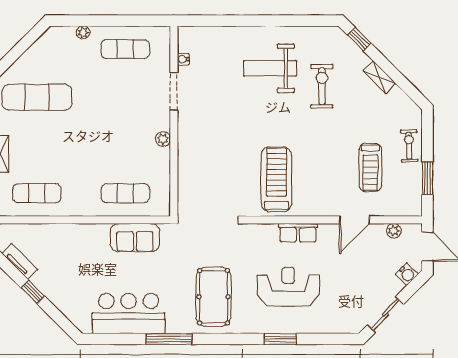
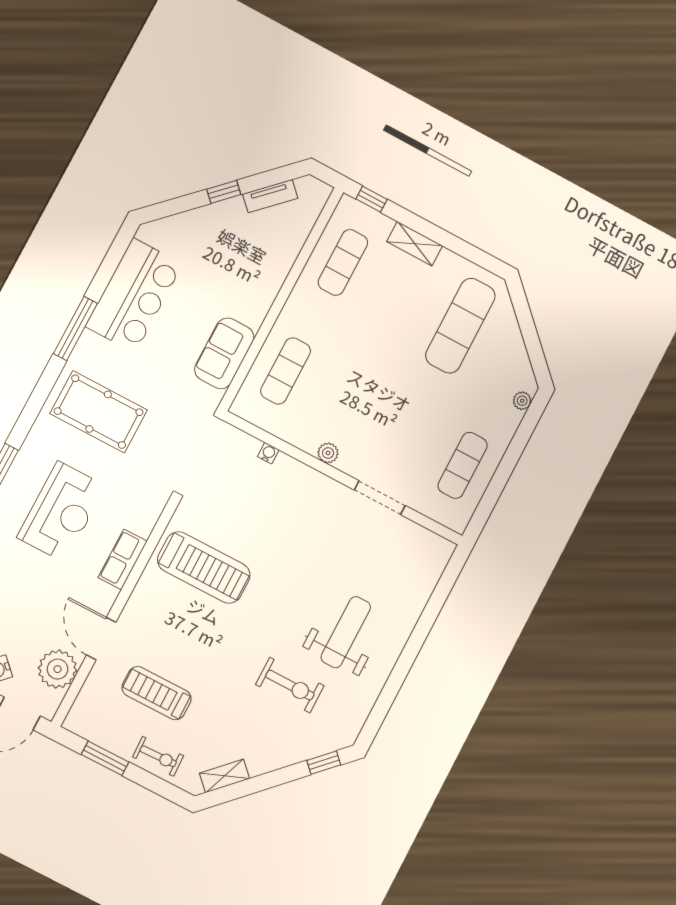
plant: (83, 32) -> (522, 401), moved
water cooler: (183, 59) -> (268, 453), moved
shelving: (379, 77) -> (225, 776), moved
plant: (394, 231) -> (58, 669), width x1.88, depth x1.88

